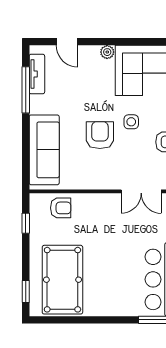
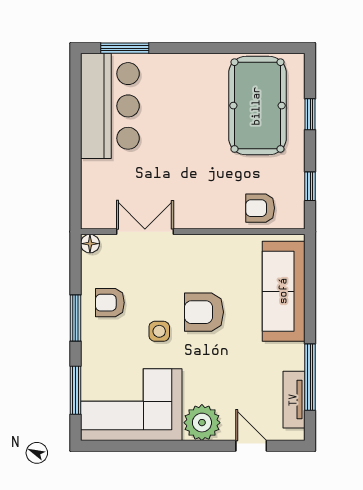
plant: (107, 52) -> (202, 423), width x1.88, depth x1.88
armchair: (100, 135) -> (204, 312), turned 90
window: (26, 291) -> (310, 114), moved

